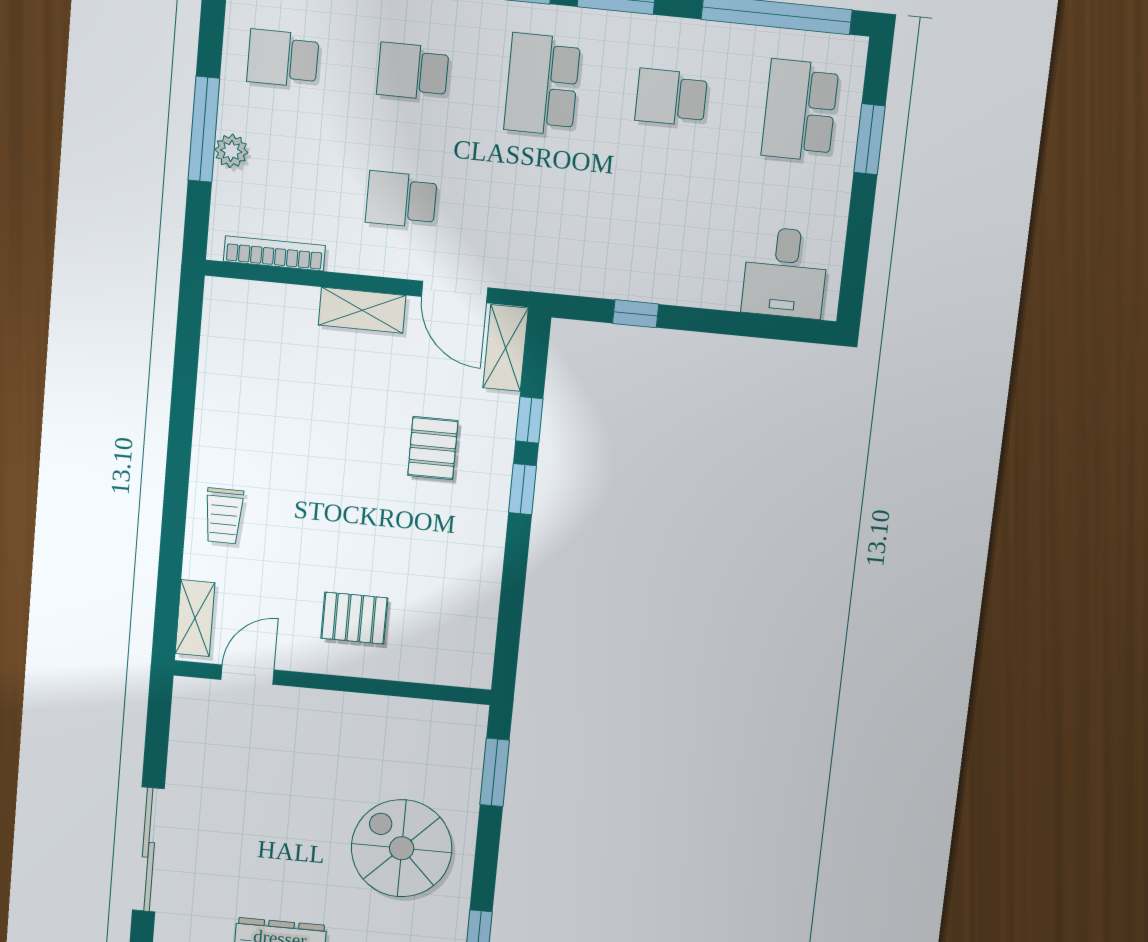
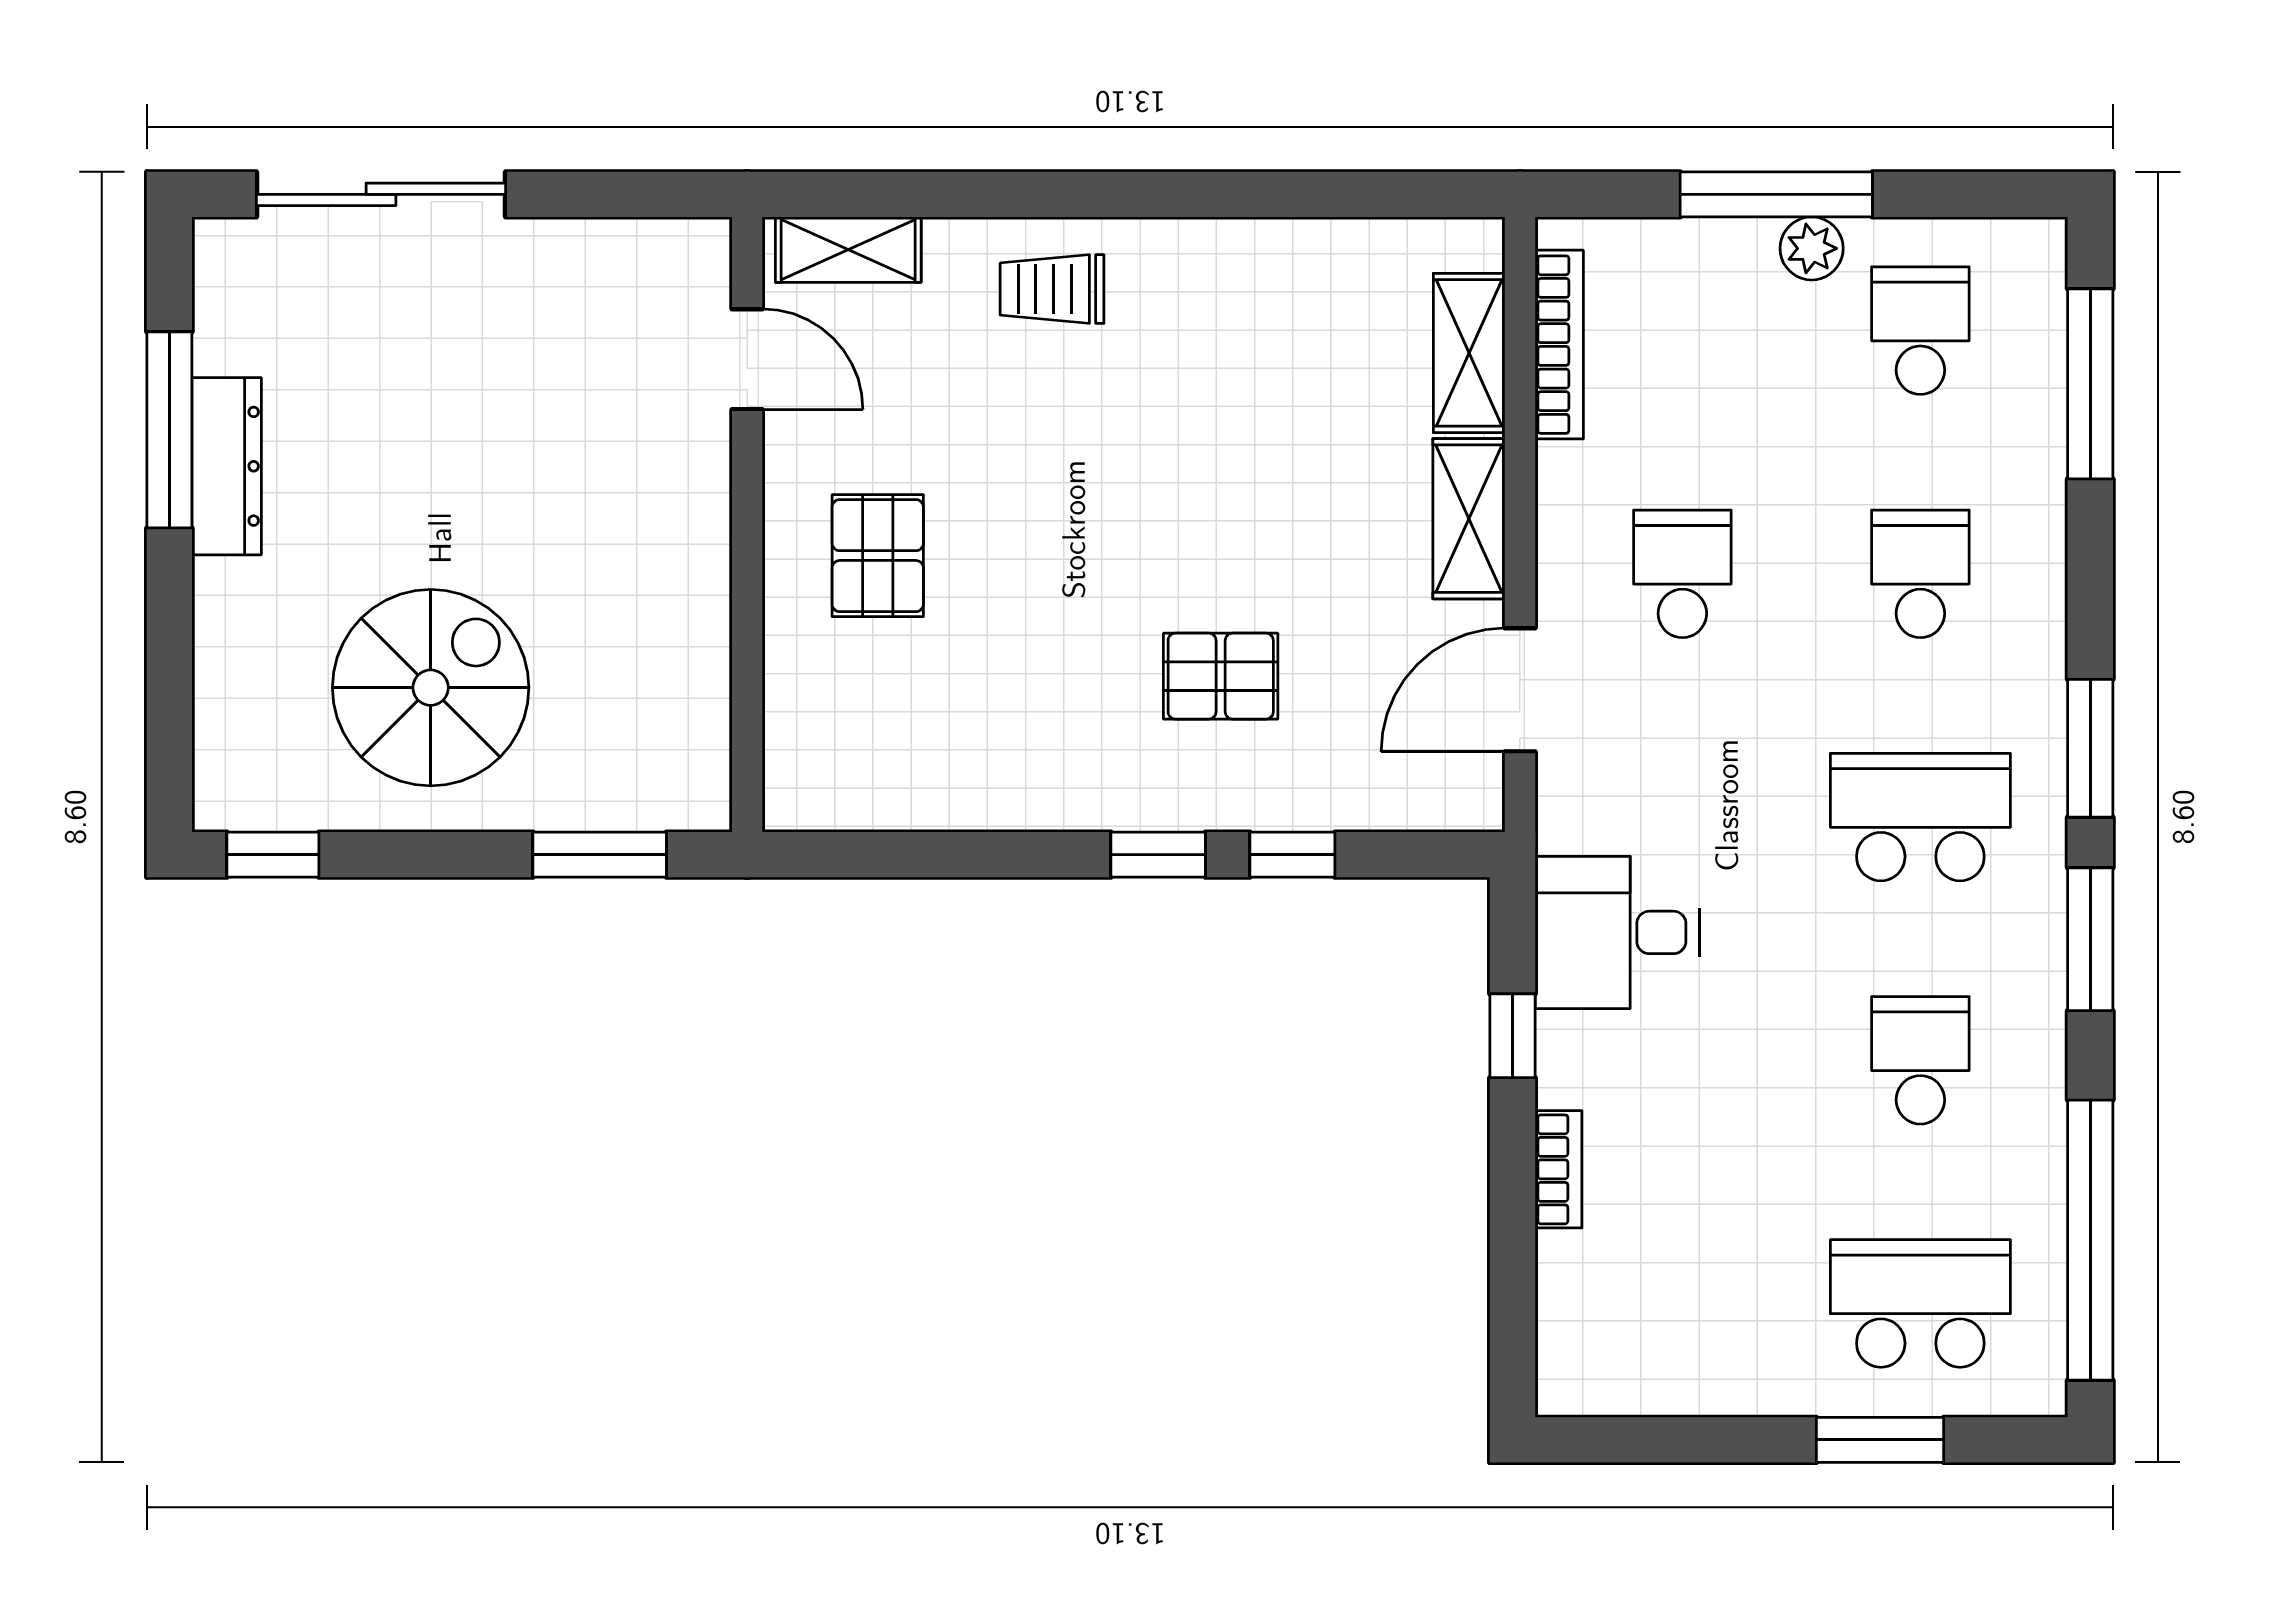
plant: (231, 151) -> (1812, 248), moved
desk: (785, 273) -> (1617, 932), moved
bookcase: (708, 296) -> (1558, 1169), added
shelving: (506, 348) -> (1469, 353), moved, turned 90

